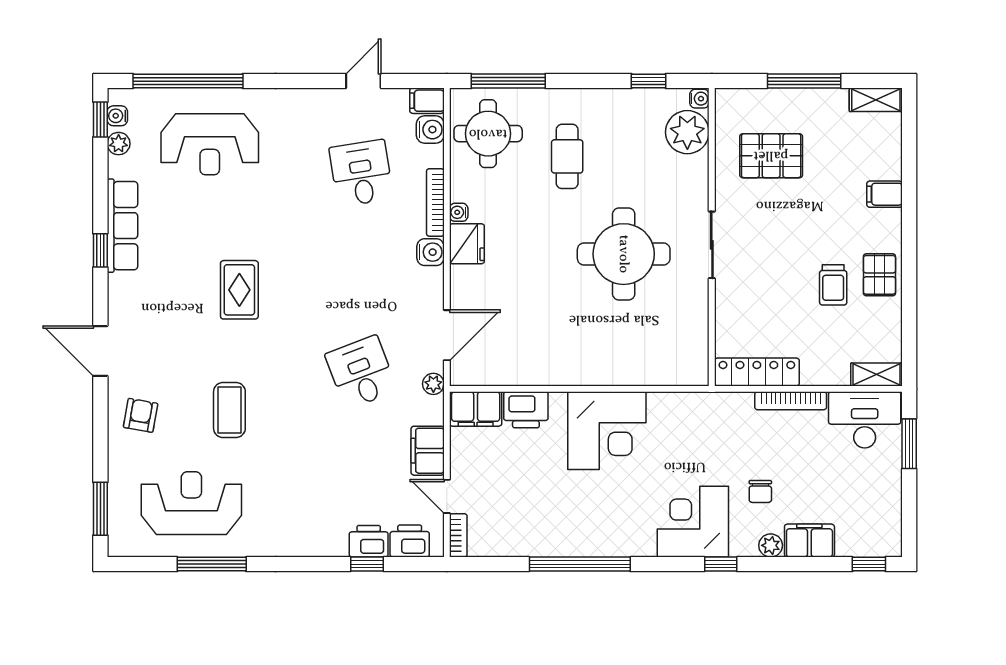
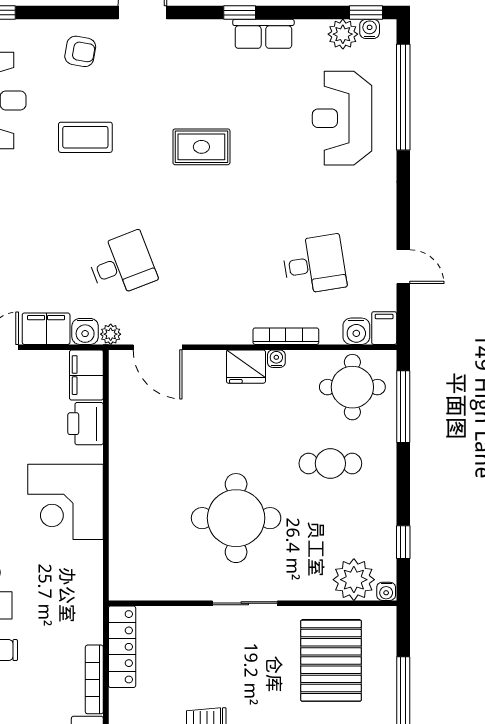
plant: (119, 144) -> (343, 34), width x1.38, depth x1.38
pallet: (771, 156) -> (331, 661), width x1.37, depth x1.41
row of seats: (122, 226) -> (263, 34), width x0.68
water cooler: (430, 252) -> (85, 331), moved

